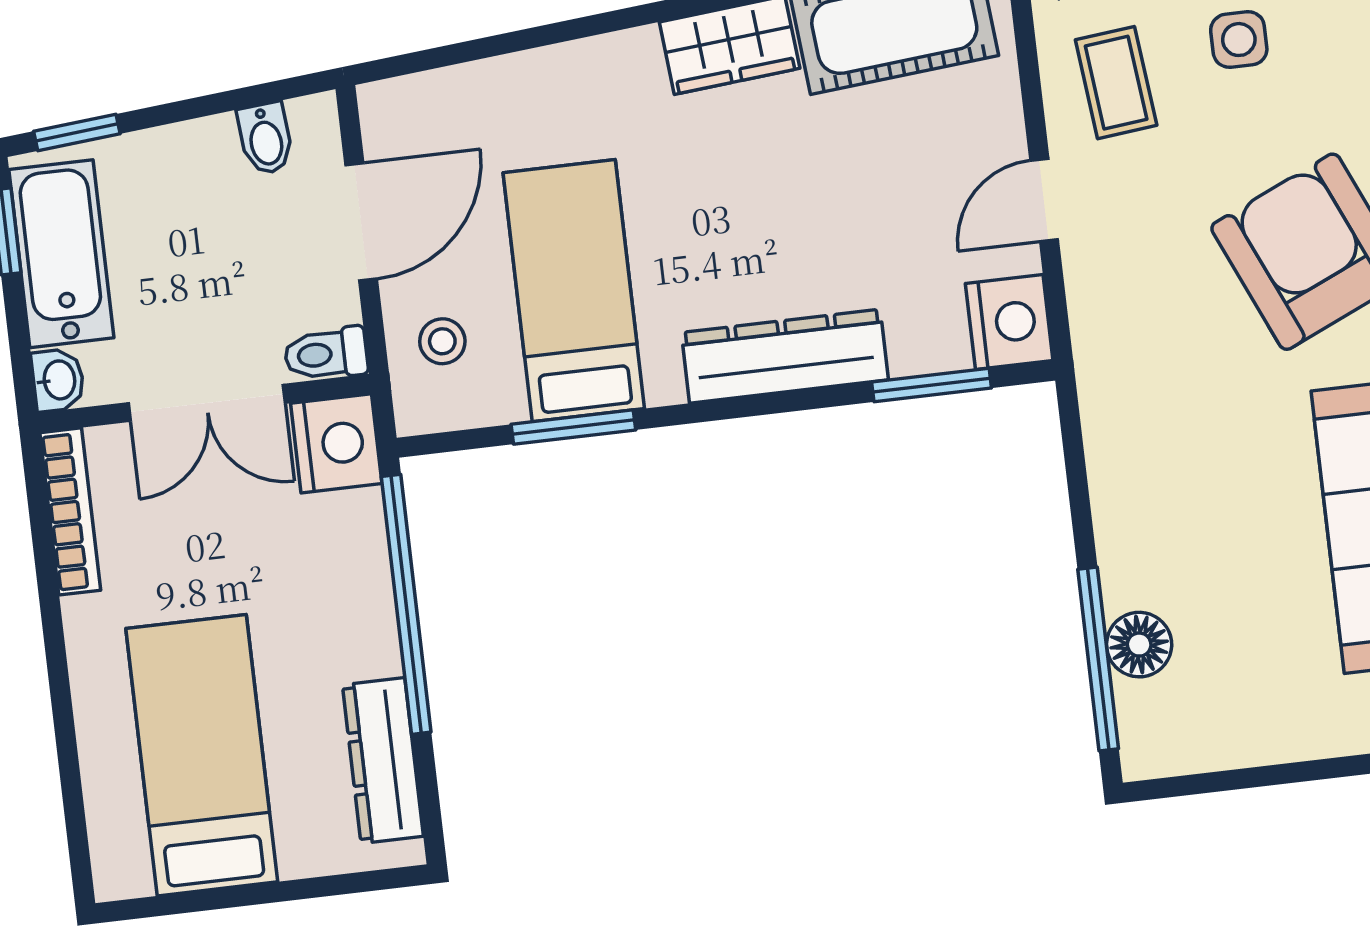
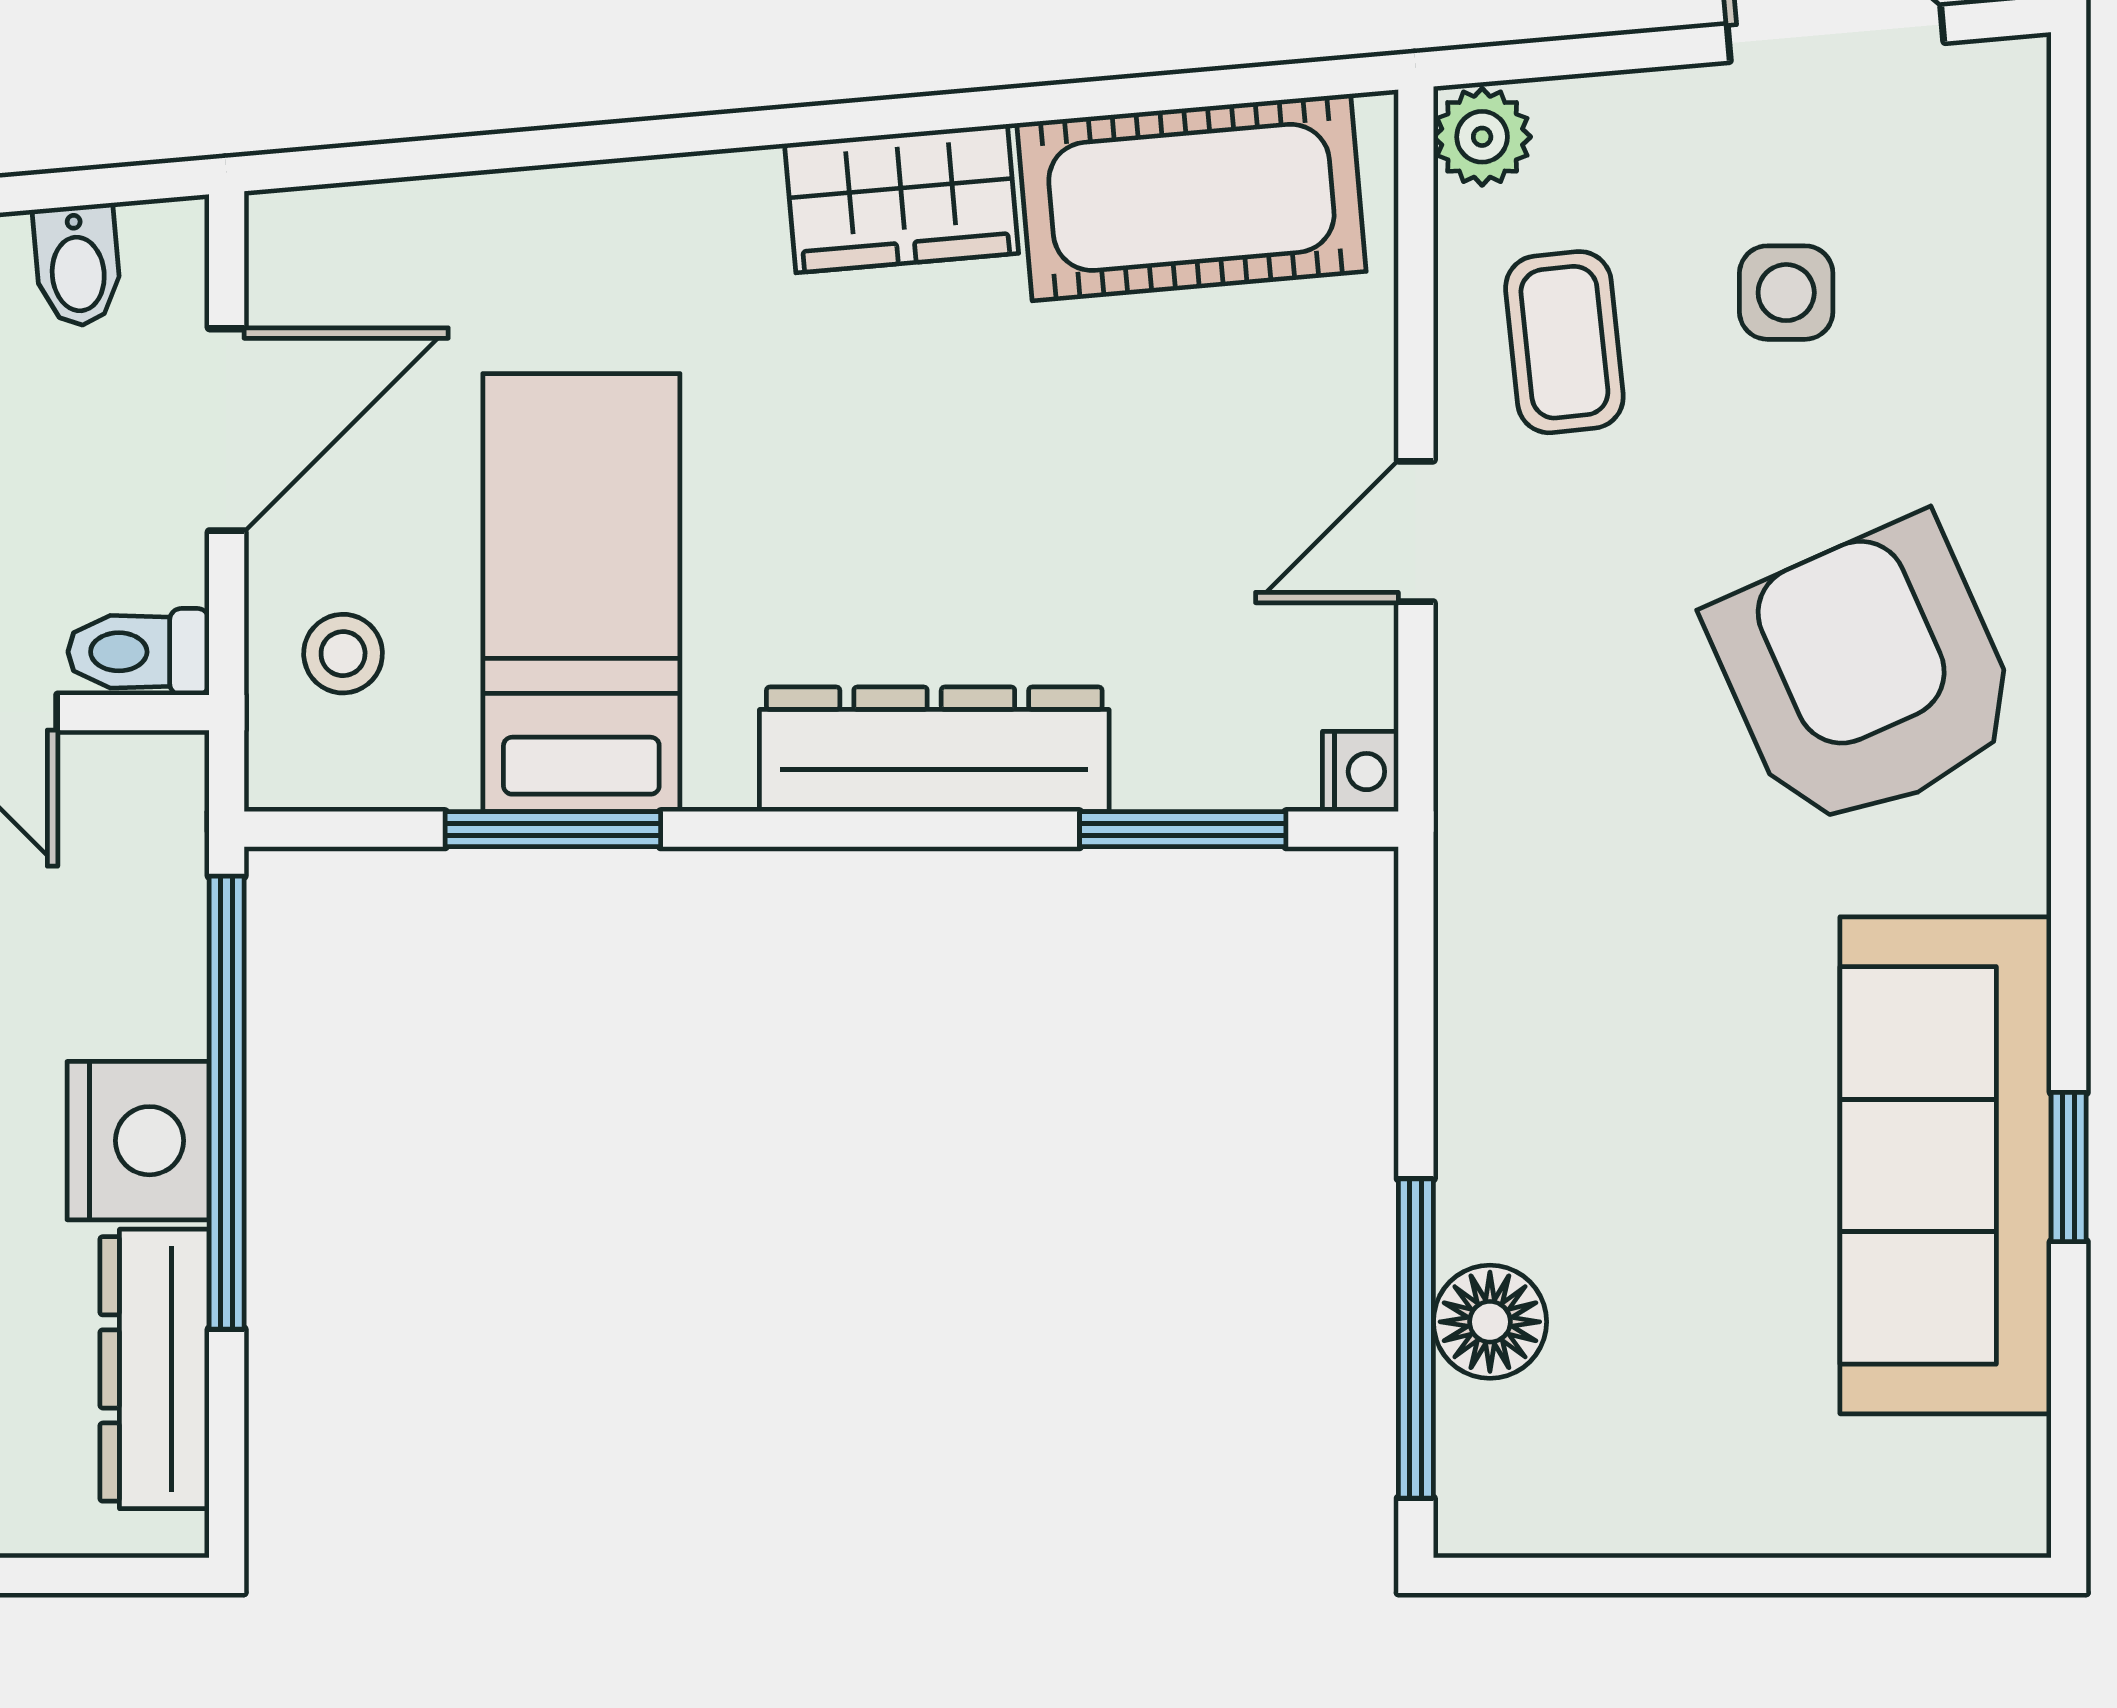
nightstand: (1009, 322) -> (1360, 772), width x0.53, depth x0.56
nightstand: (336, 443) -> (138, 1141), moved

